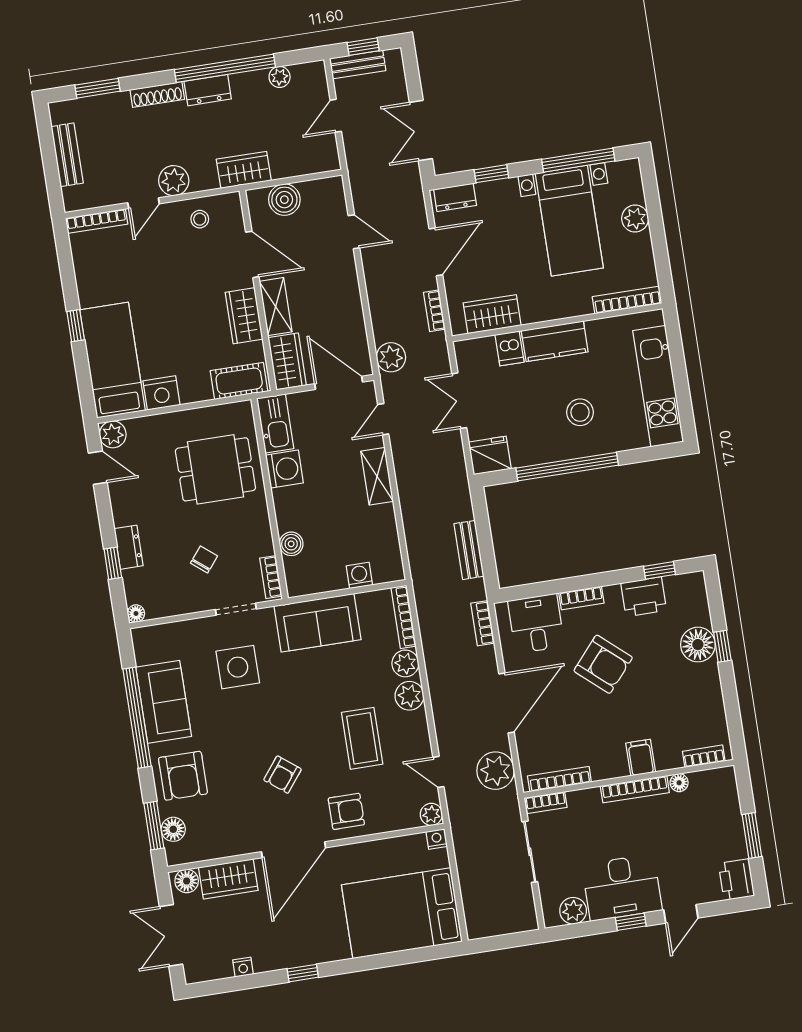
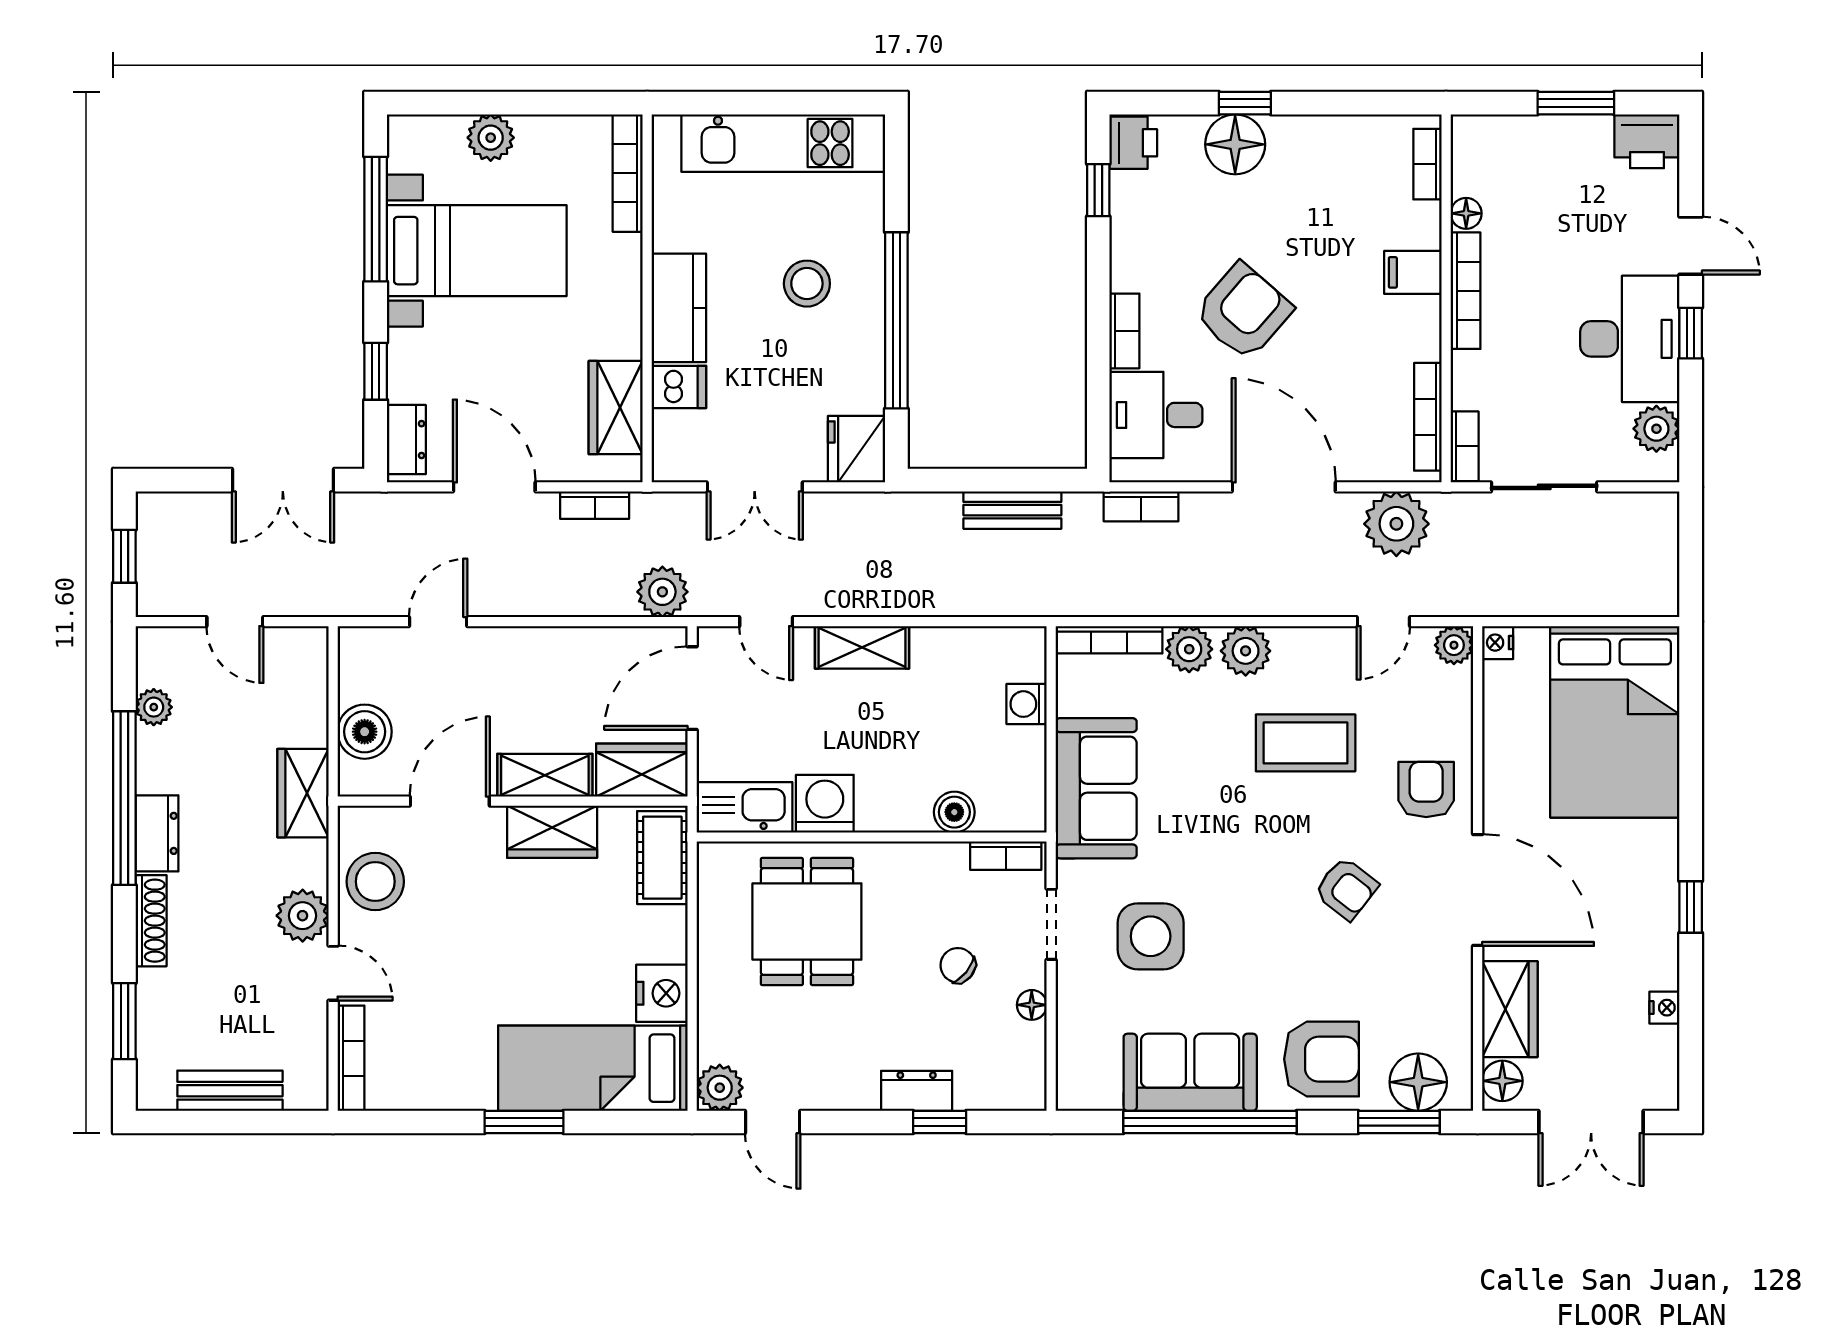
bench: (358, 64) -> (153, 570), removed
stool: (200, 219) -> (375, 882), width x1.89, depth x1.89
window: (76, 326) -> (524, 1122), width x1.50
door: (98, 468) -> (773, 1122), swing flipped
printer: (644, 597) -> (1133, 143), moved, width x0.73, depth x0.81
floor lamp: (136, 613) -> (1032, 1005), moved
floor lamp: (173, 829) -> (1418, 1082), width x1.38, depth x1.38

